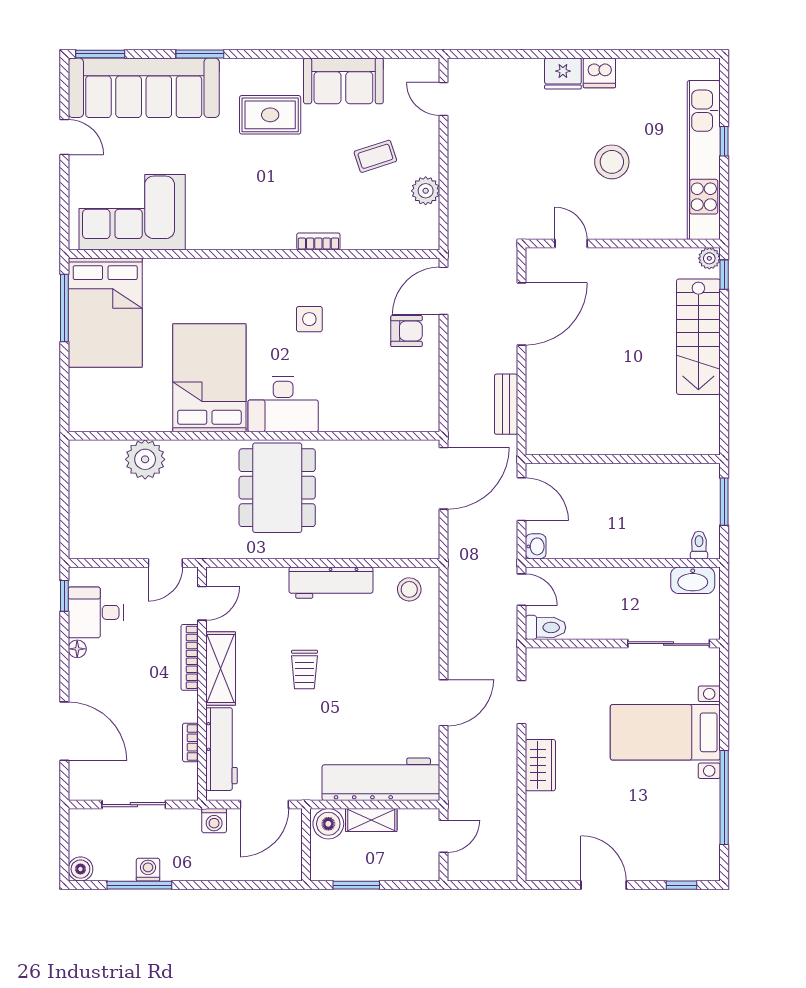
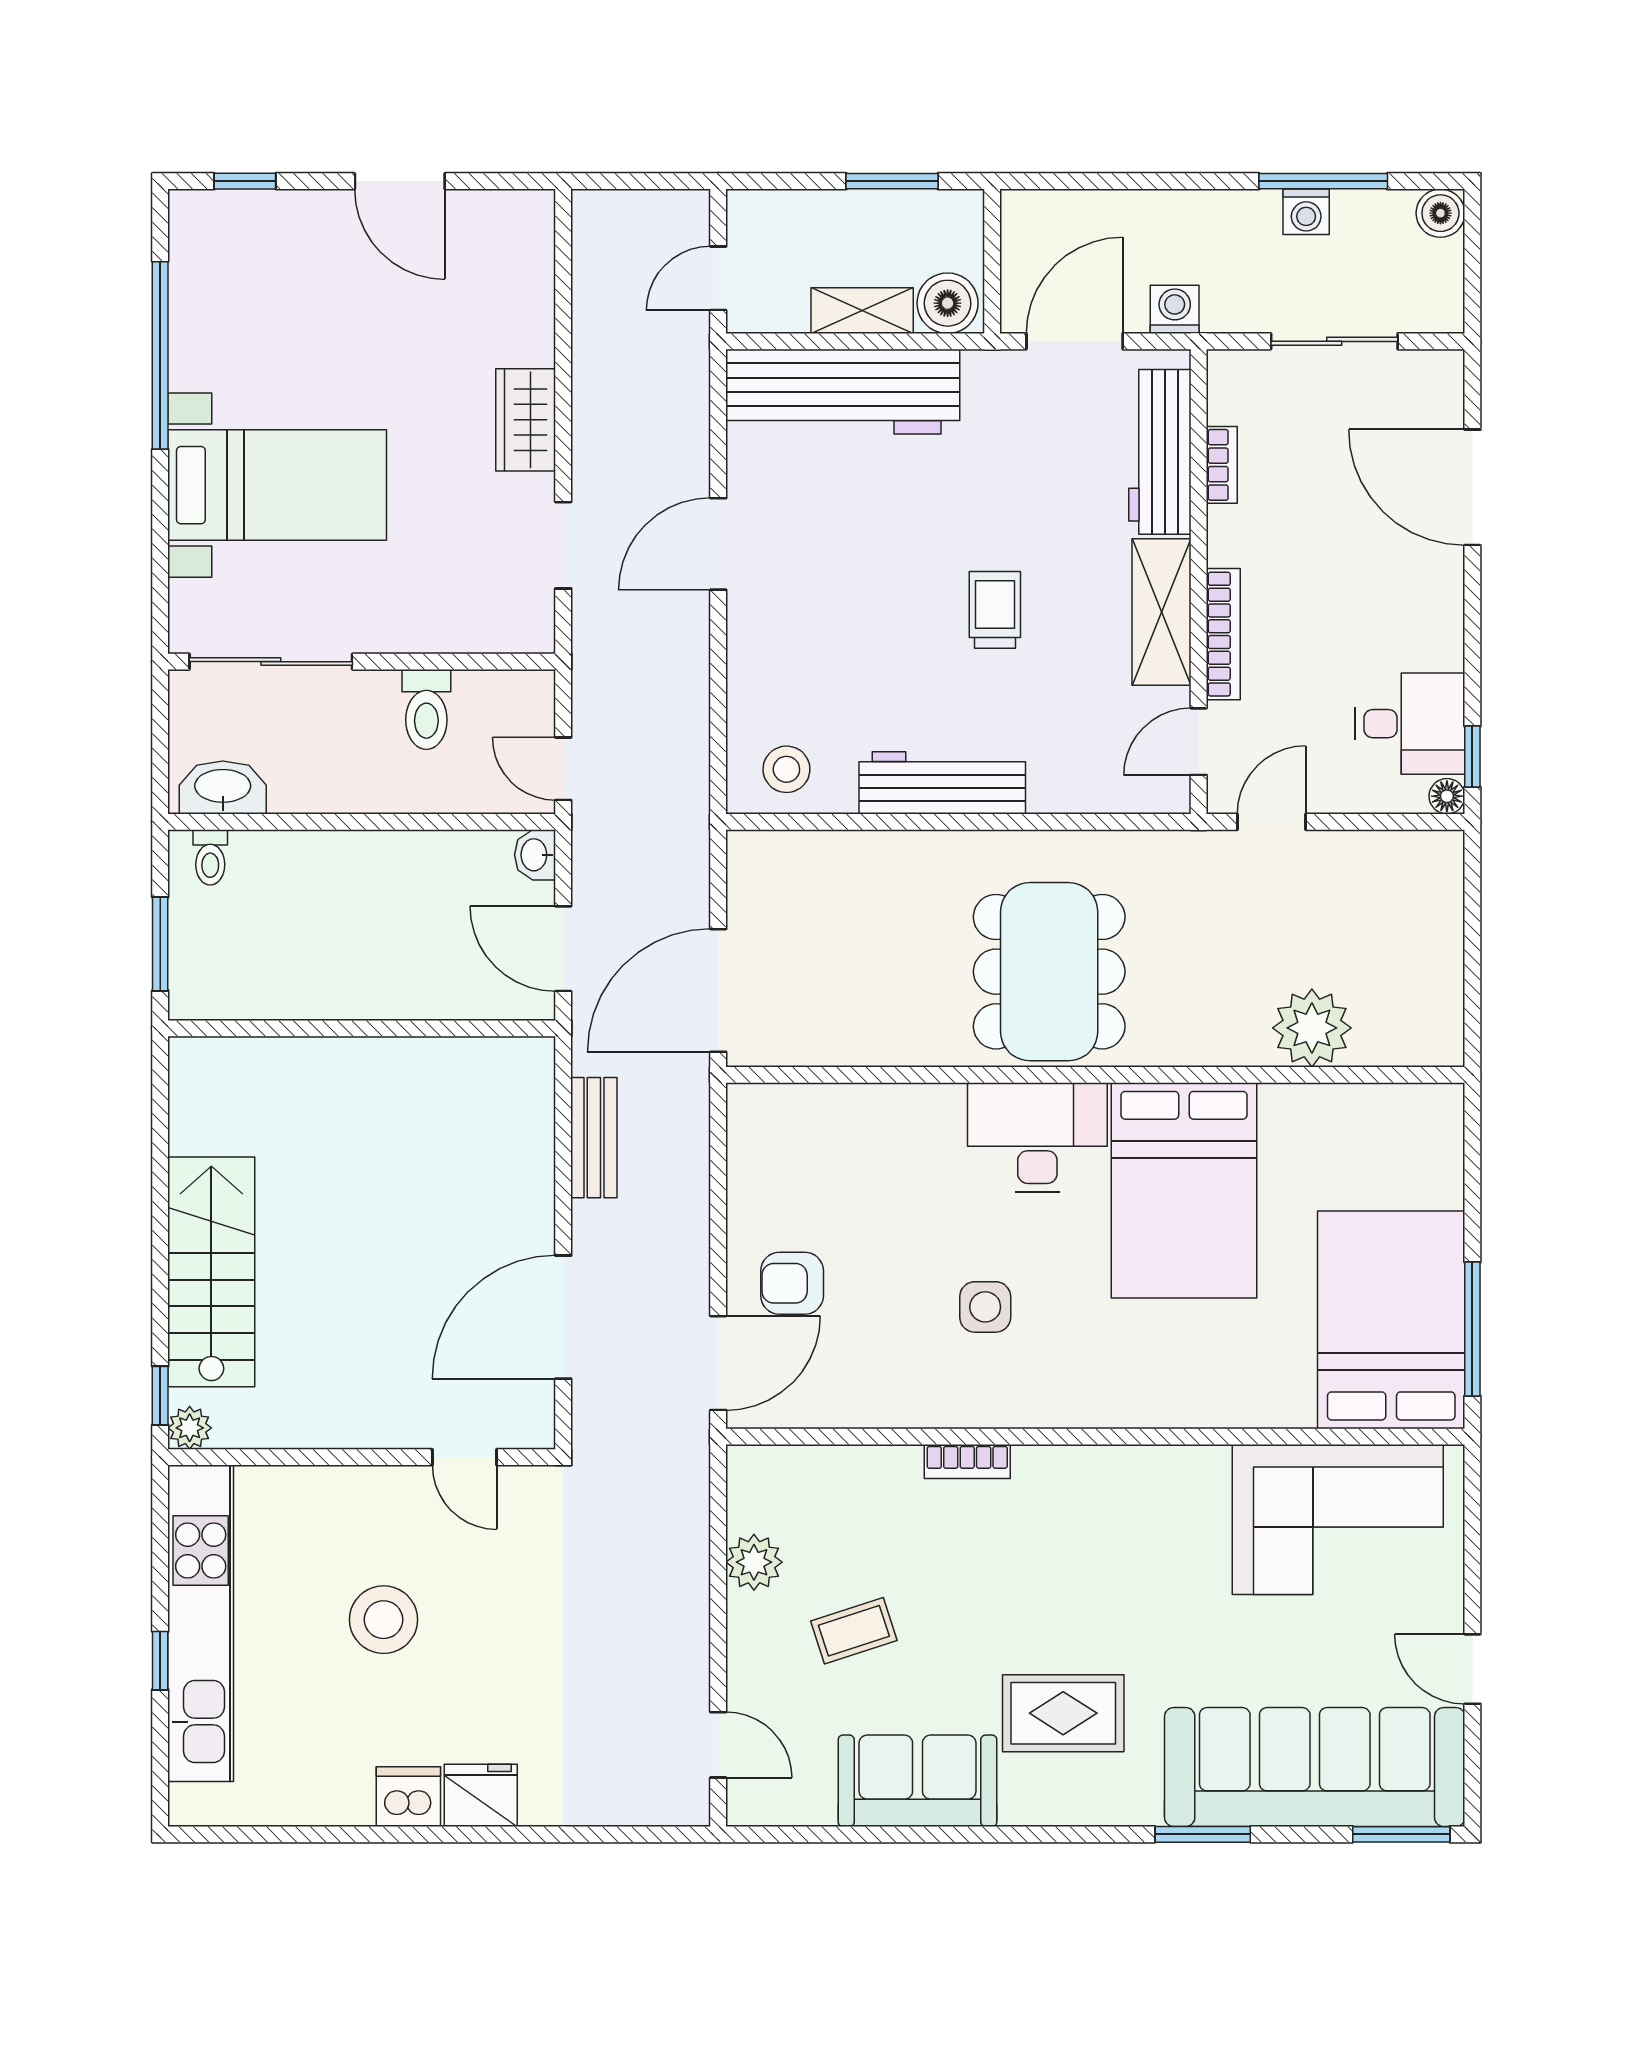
toilet: (546, 627) -> (426, 709), moved, turned -90
floor lamp: (77, 649) -> (1447, 796), moved

